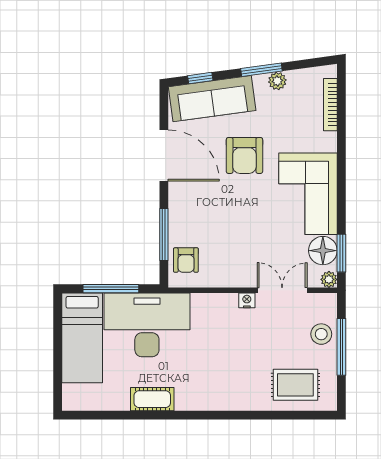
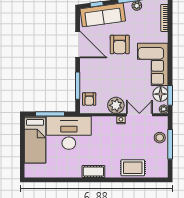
plant: (237, 272) -> (116, 105), added
rug: (295, 385) -> (133, 168), moved
cot: (152, 399) -> (93, 172), moved

